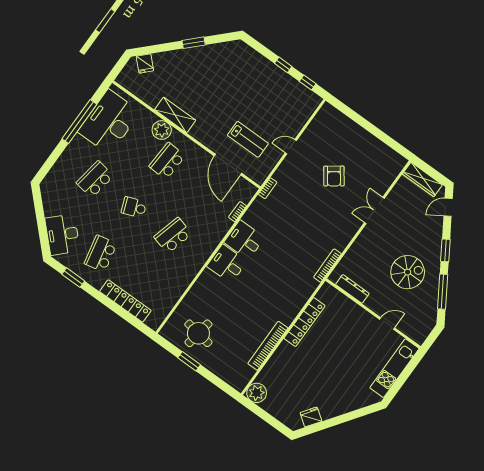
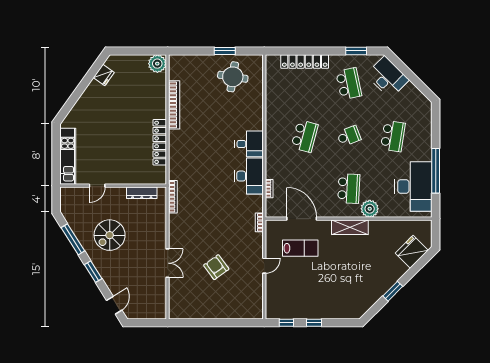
fridge: (145, 63) -> (412, 252), width x1.88, depth x1.34
shelving: (175, 115) -> (350, 227), moved
lab bench: (248, 139) -> (300, 248), turned 180
wardrobe: (422, 179) -> (148, 312), removed
desk: (244, 240) -> (249, 176), width x1.37

